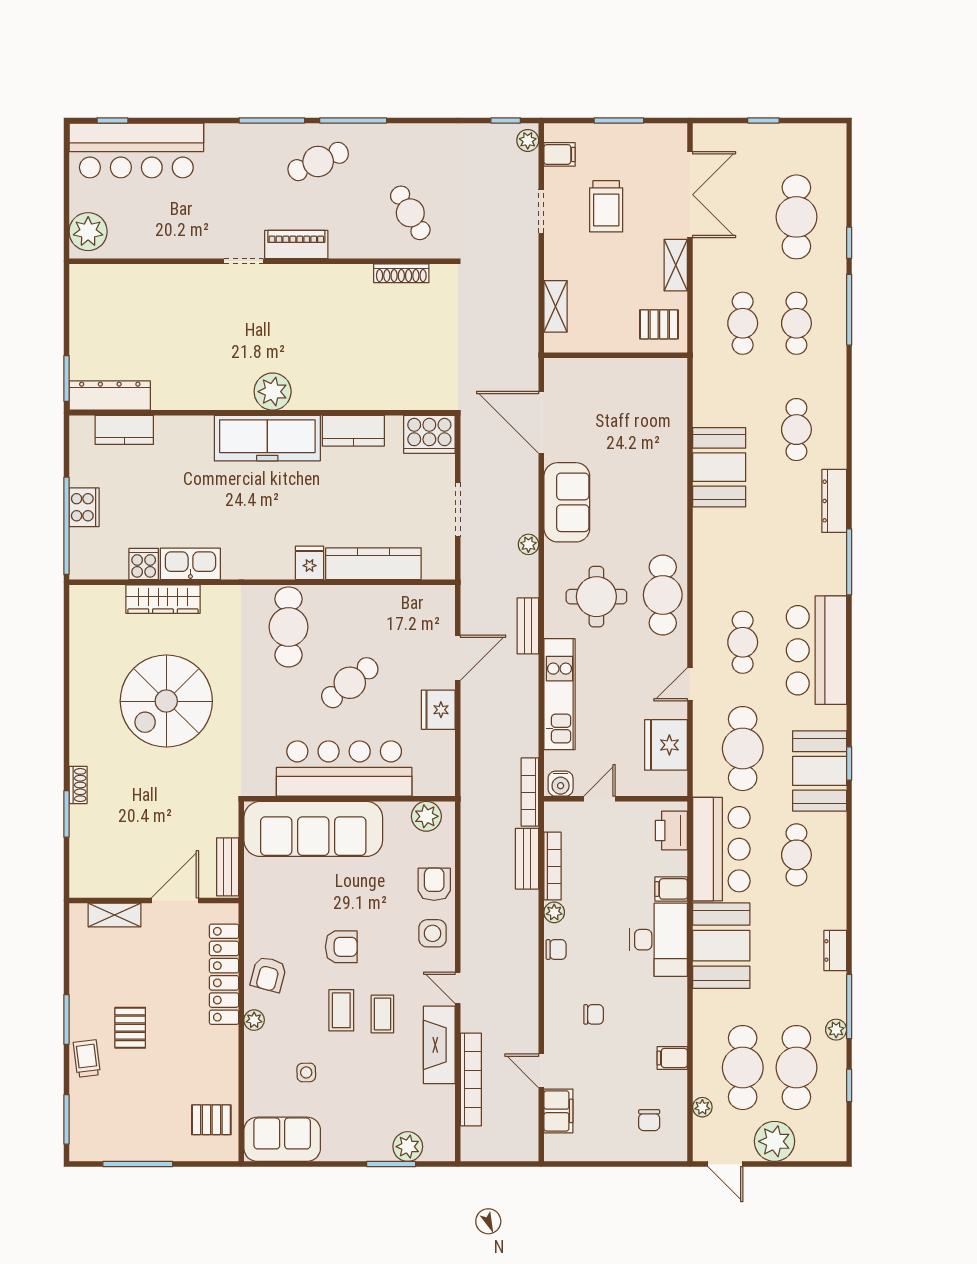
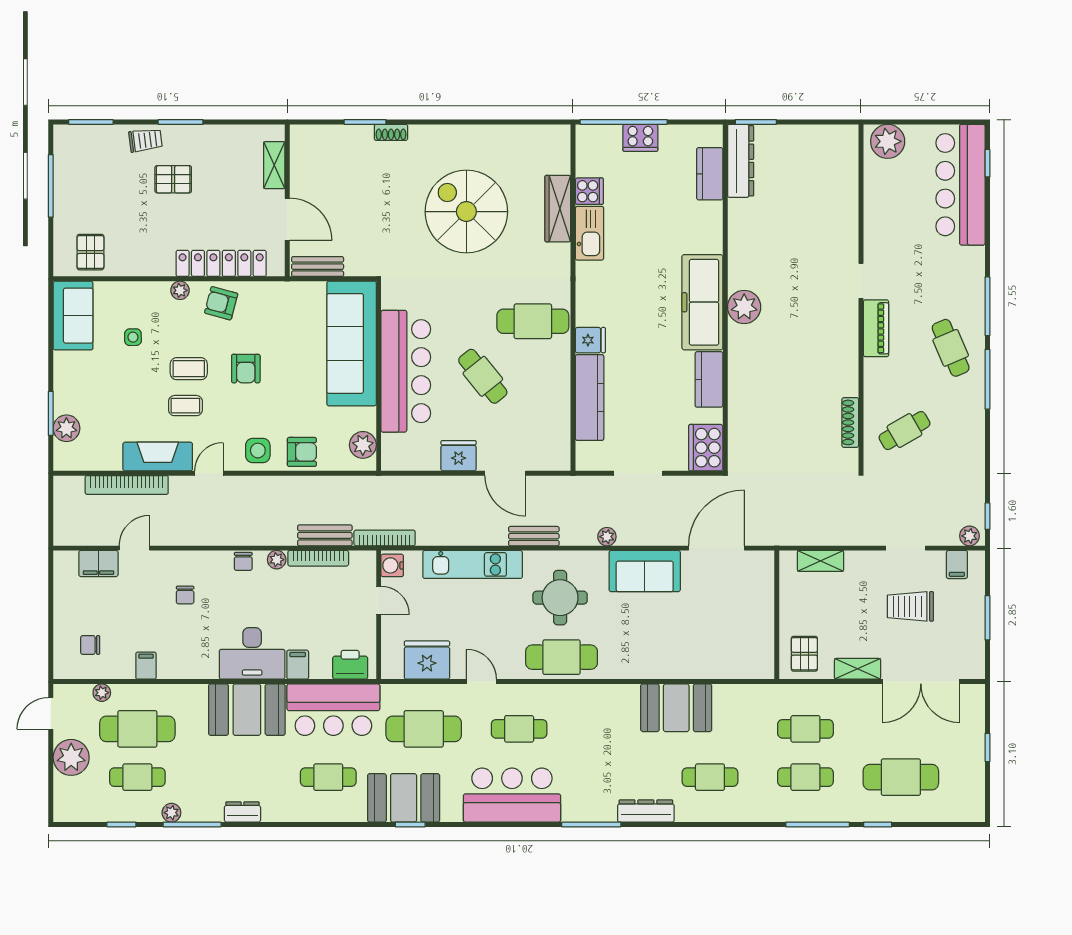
cafe table: (796, 1068) -> (137, 777), width x0.73, depth x0.74

